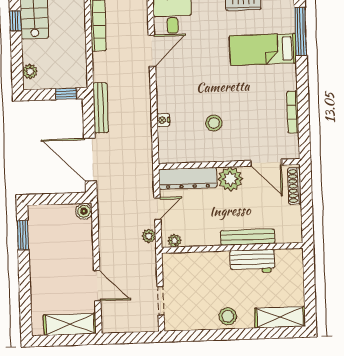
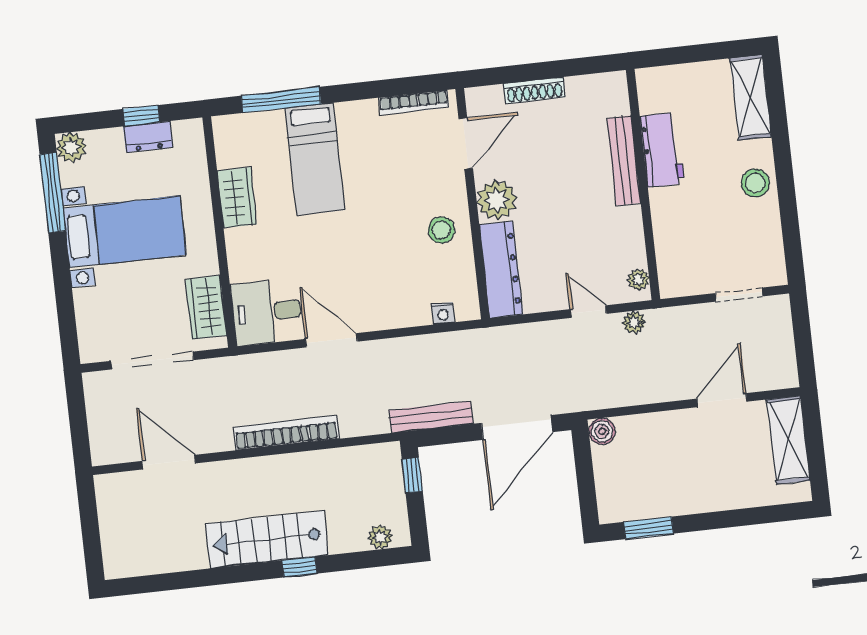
door: (266, 163) -> (466, 143), moved
wall: (229, 164) -> (473, 204), moved
dresser: (188, 178) -> (501, 270), moved
plant: (230, 179) -> (497, 200), moved

